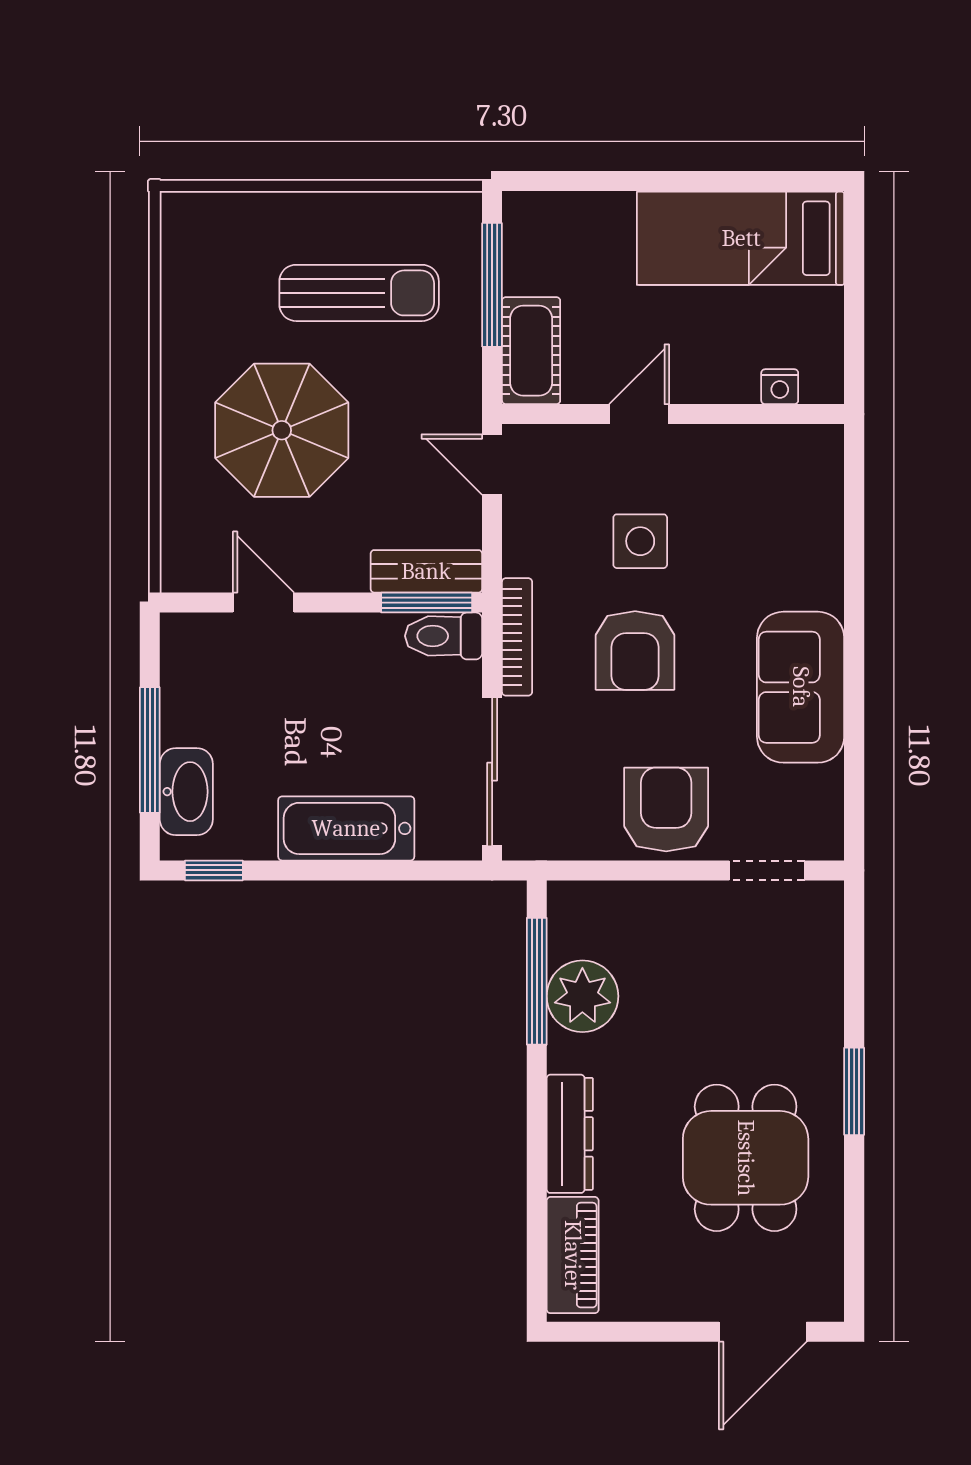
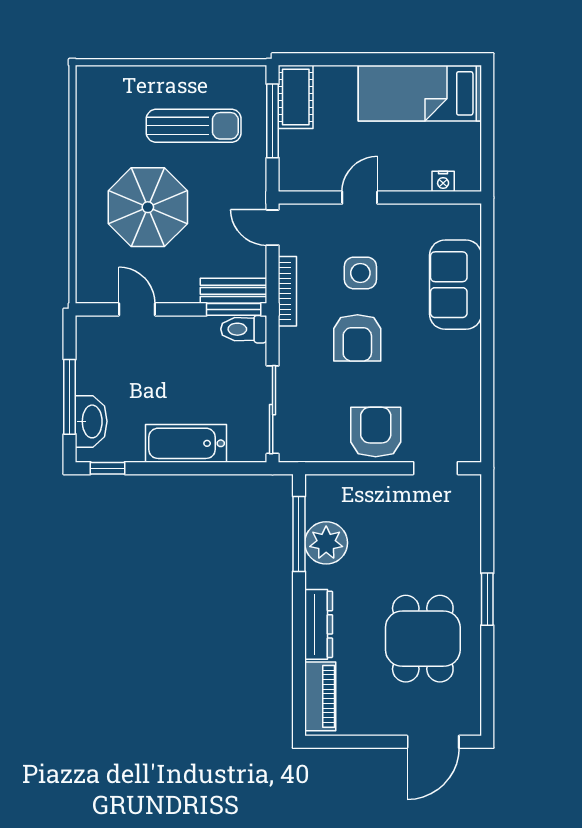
cot: (531, 351) -> (296, 97), moved
bookcase: (517, 637) -> (287, 291), moved
sofa: (801, 687) -> (455, 285), moved

